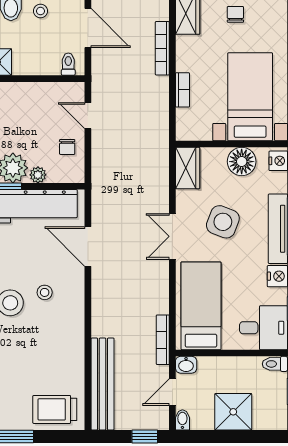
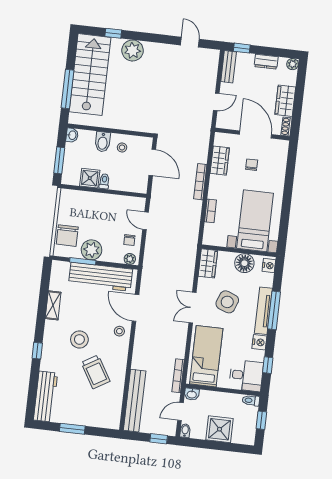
toilet: (68, 64) -> (104, 181), moved
plant: (38, 175) -> (130, 259), moved
stool: (45, 292) -> (119, 331), moved
trolley: (55, 409) -> (96, 372), moved, turned -121

